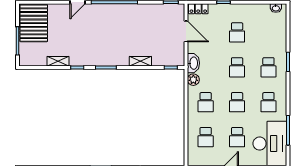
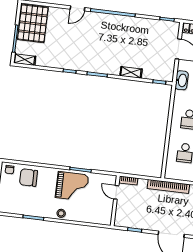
shelving: (58, 61) -> (25, 60), moved
plant: (193, 80) -> (180, 96), removed

